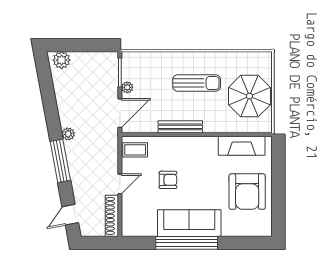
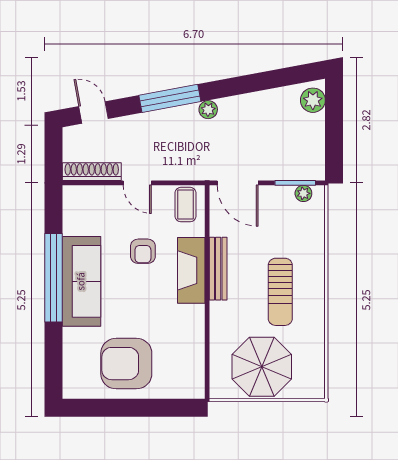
plant: (127, 87) -> (303, 193), moved
fireplace: (242, 146) -> (191, 270), moved

